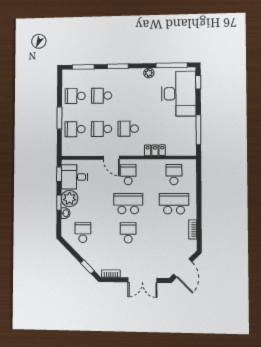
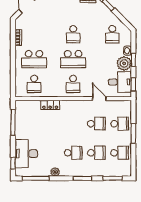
desk: (179, 94) -> (26, 154), width x0.73, depth x0.77
school desk: (128, 129) -> (73, 153), moved
door: (111, 158) -> (99, 99), moved

